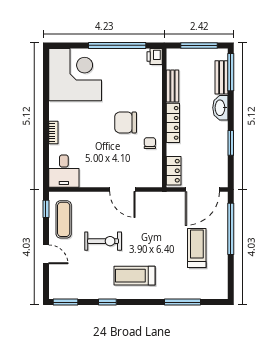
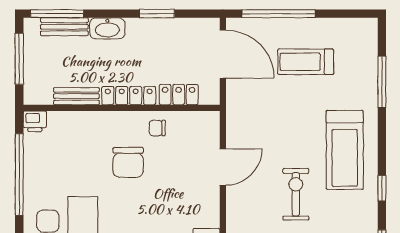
locker: (174, 171) -> (179, 95), moved
treadmill: (134, 276) -> (345, 150), width x1.37, depth x1.38

